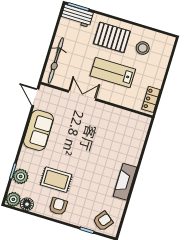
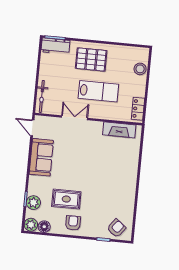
stool: (143, 48) -> (140, 69), moved
bicycle: (56, 61) -> (42, 96), width x0.73, depth x0.71
lab bench: (113, 72) -> (98, 91), turned 180
fireplace: (125, 182) -> (119, 130), moved, turned -90

